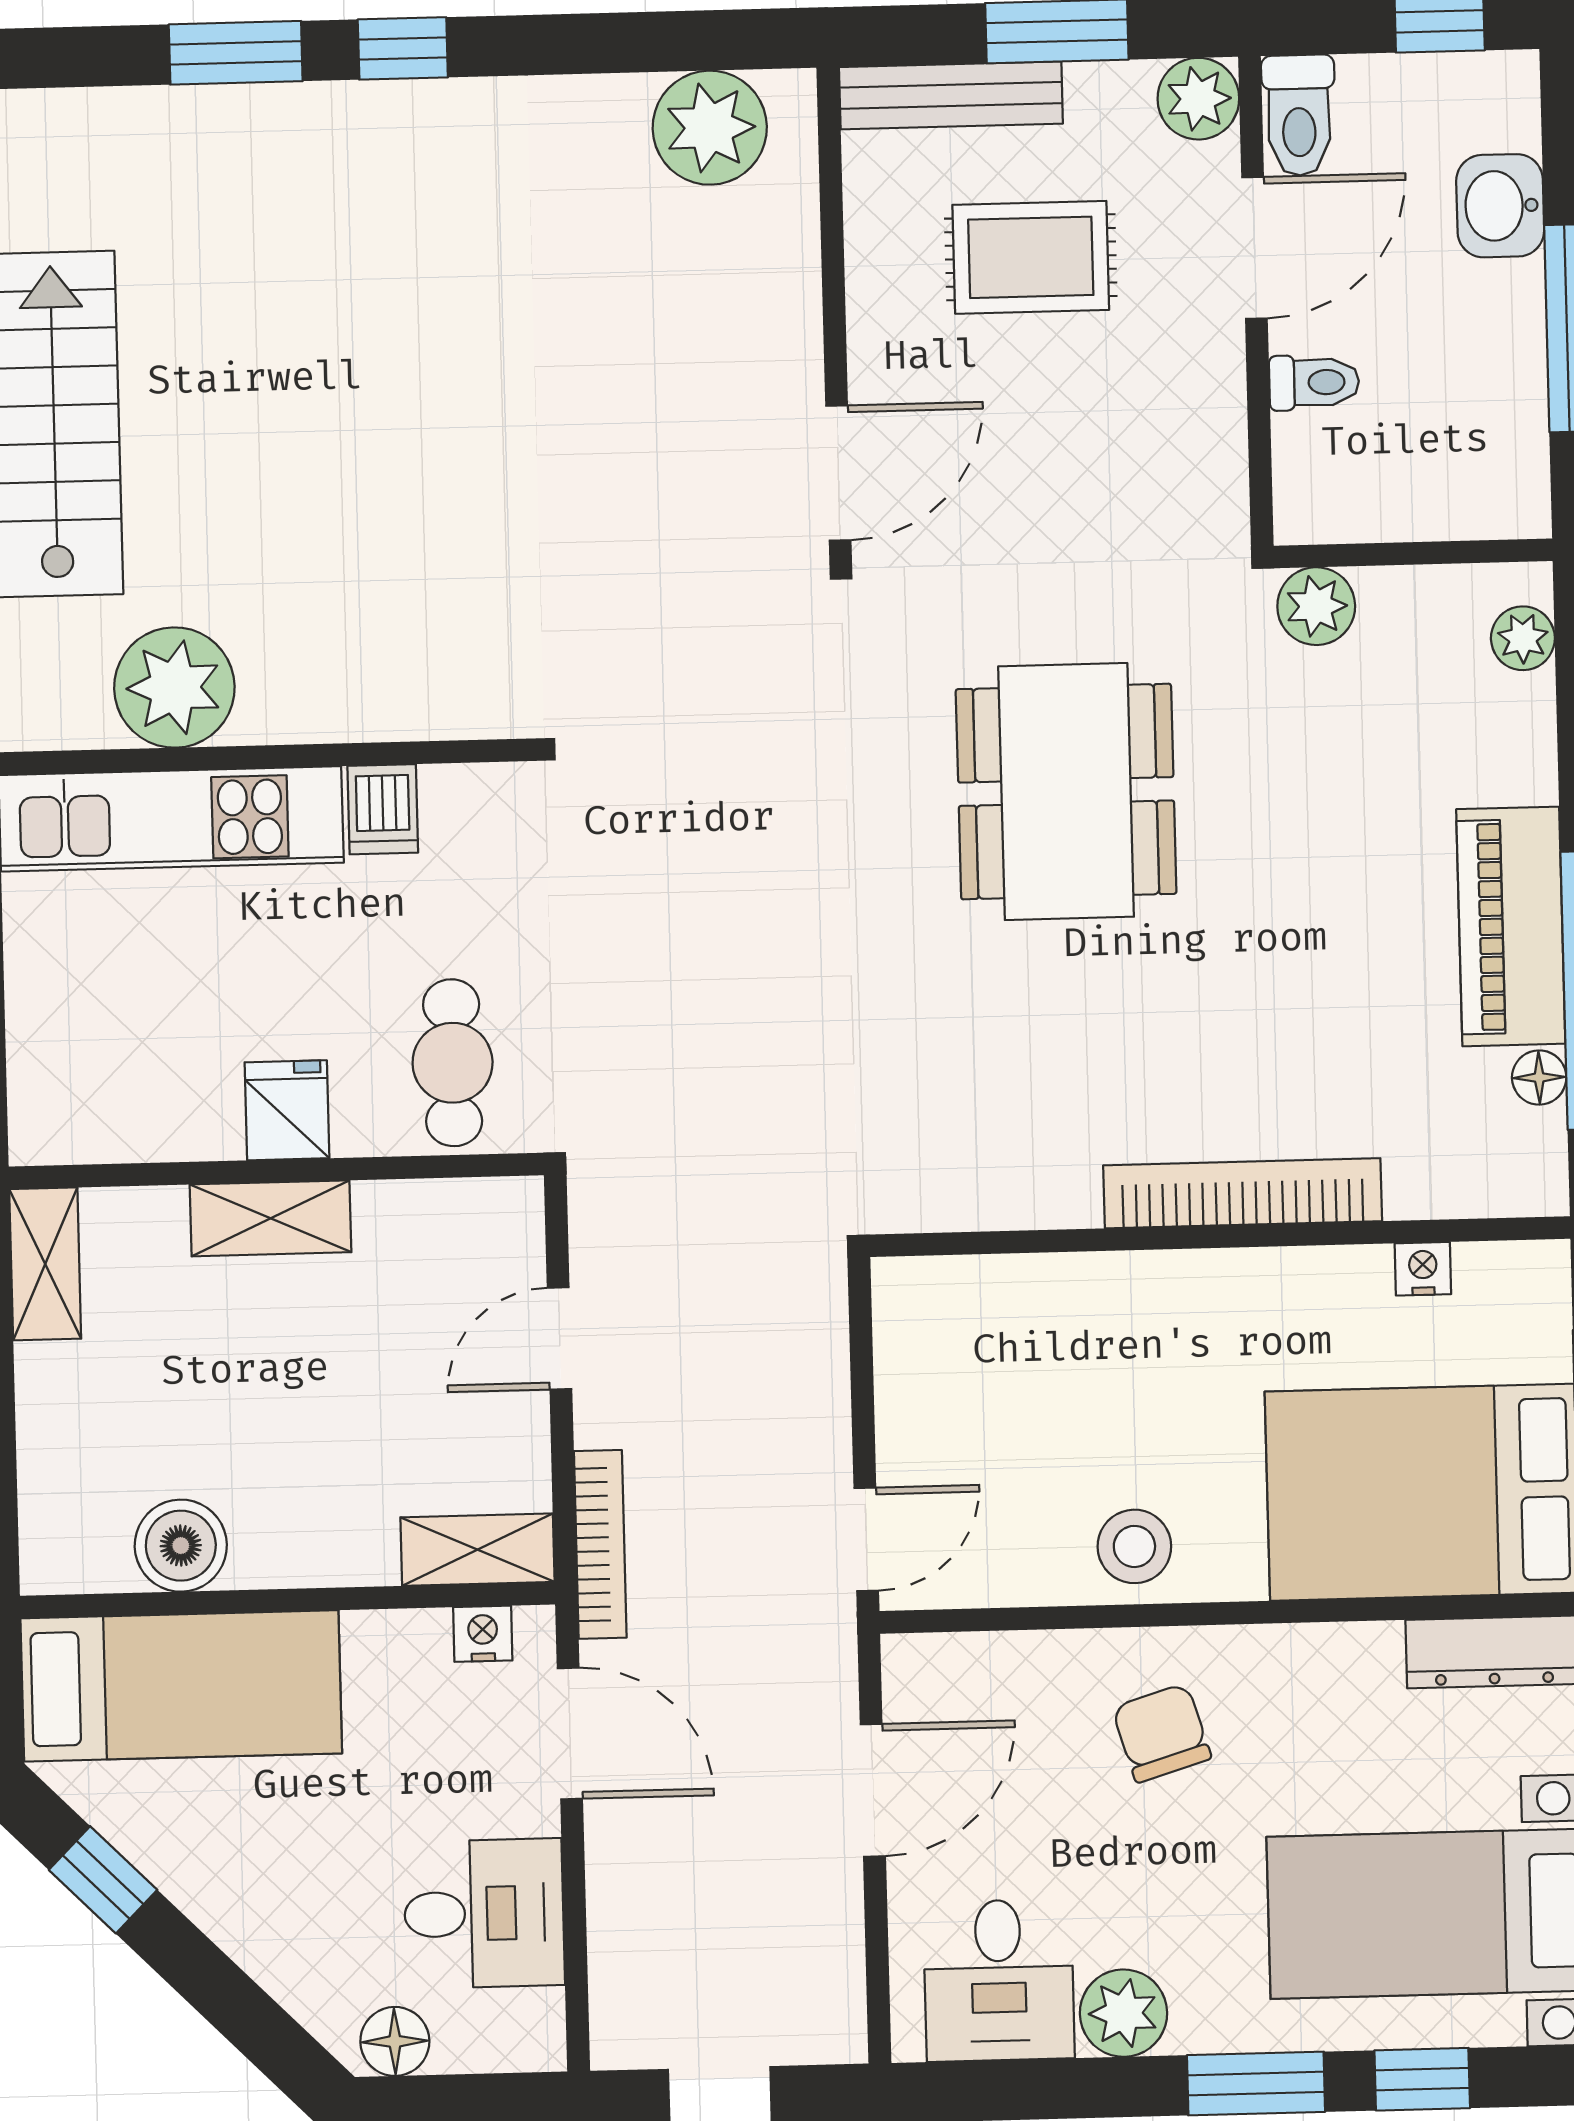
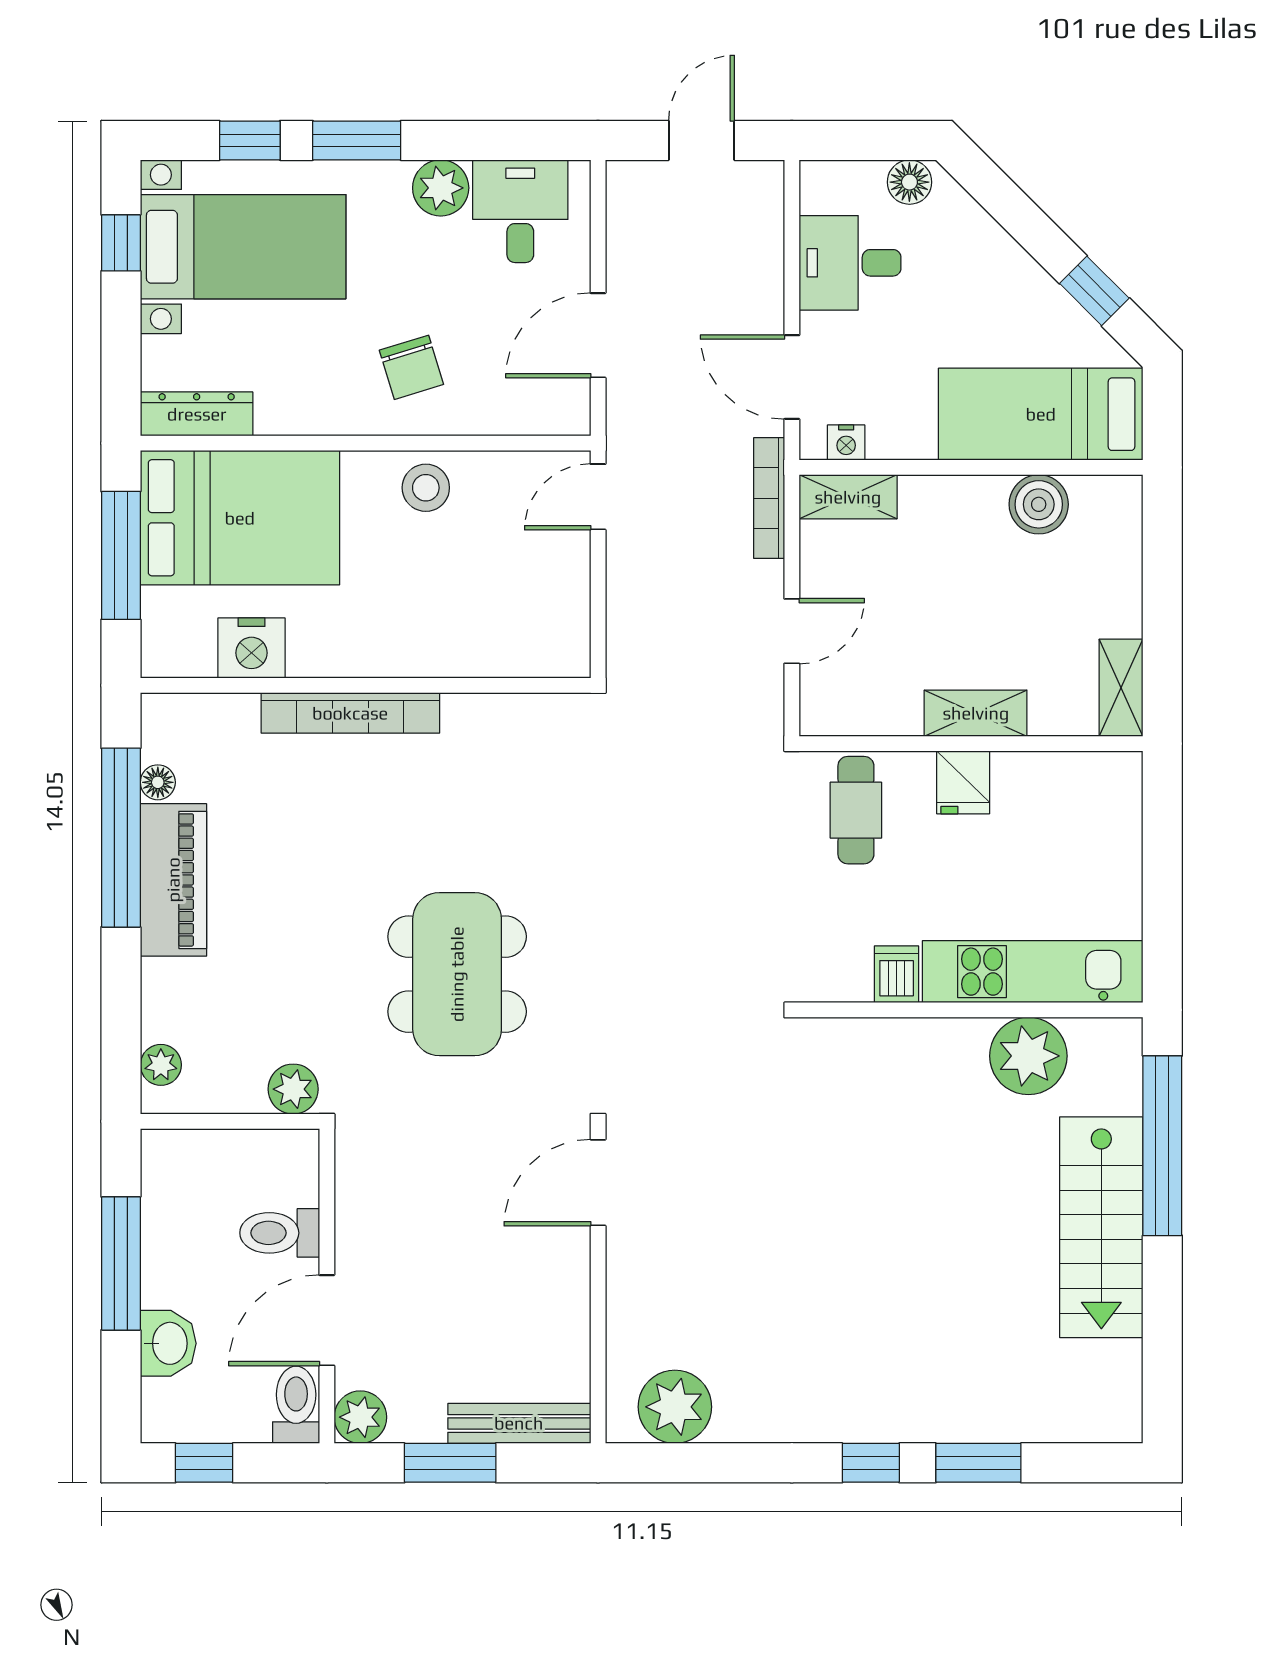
rug: (1031, 257) -> (471, 1318), removed
toilet: (1314, 382) -> (280, 1233), width x1.37, depth x1.39
nightstand: (1423, 1269) -> (251, 648), width x1.89, depth x1.79

